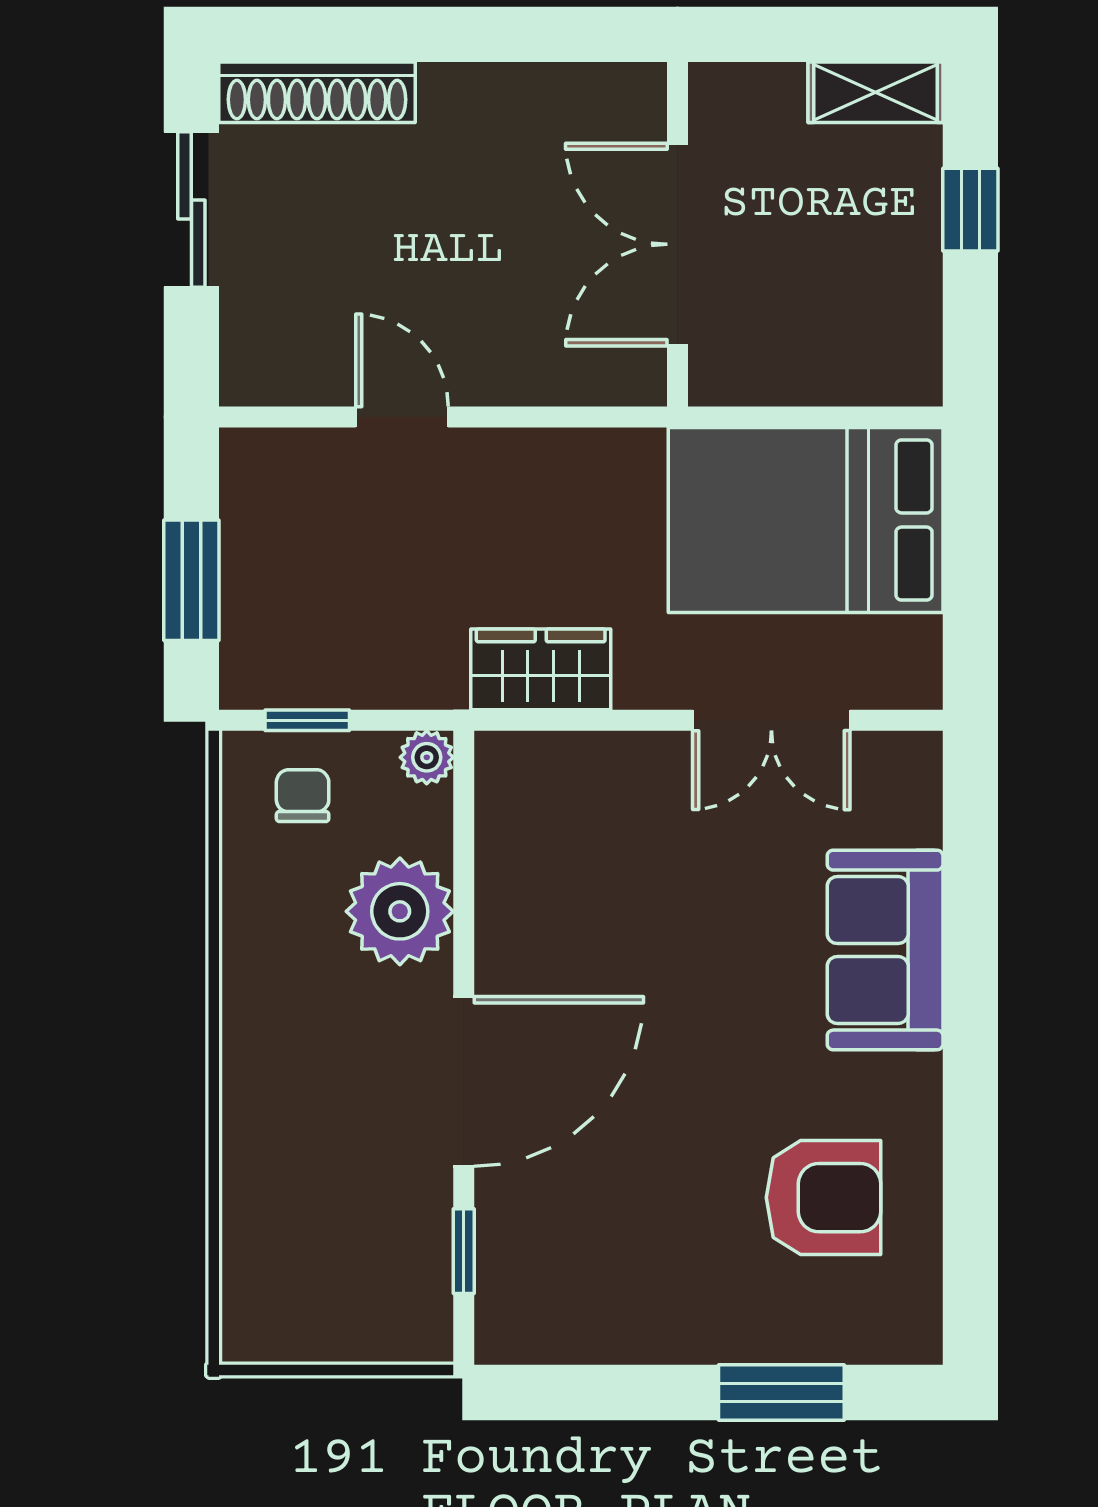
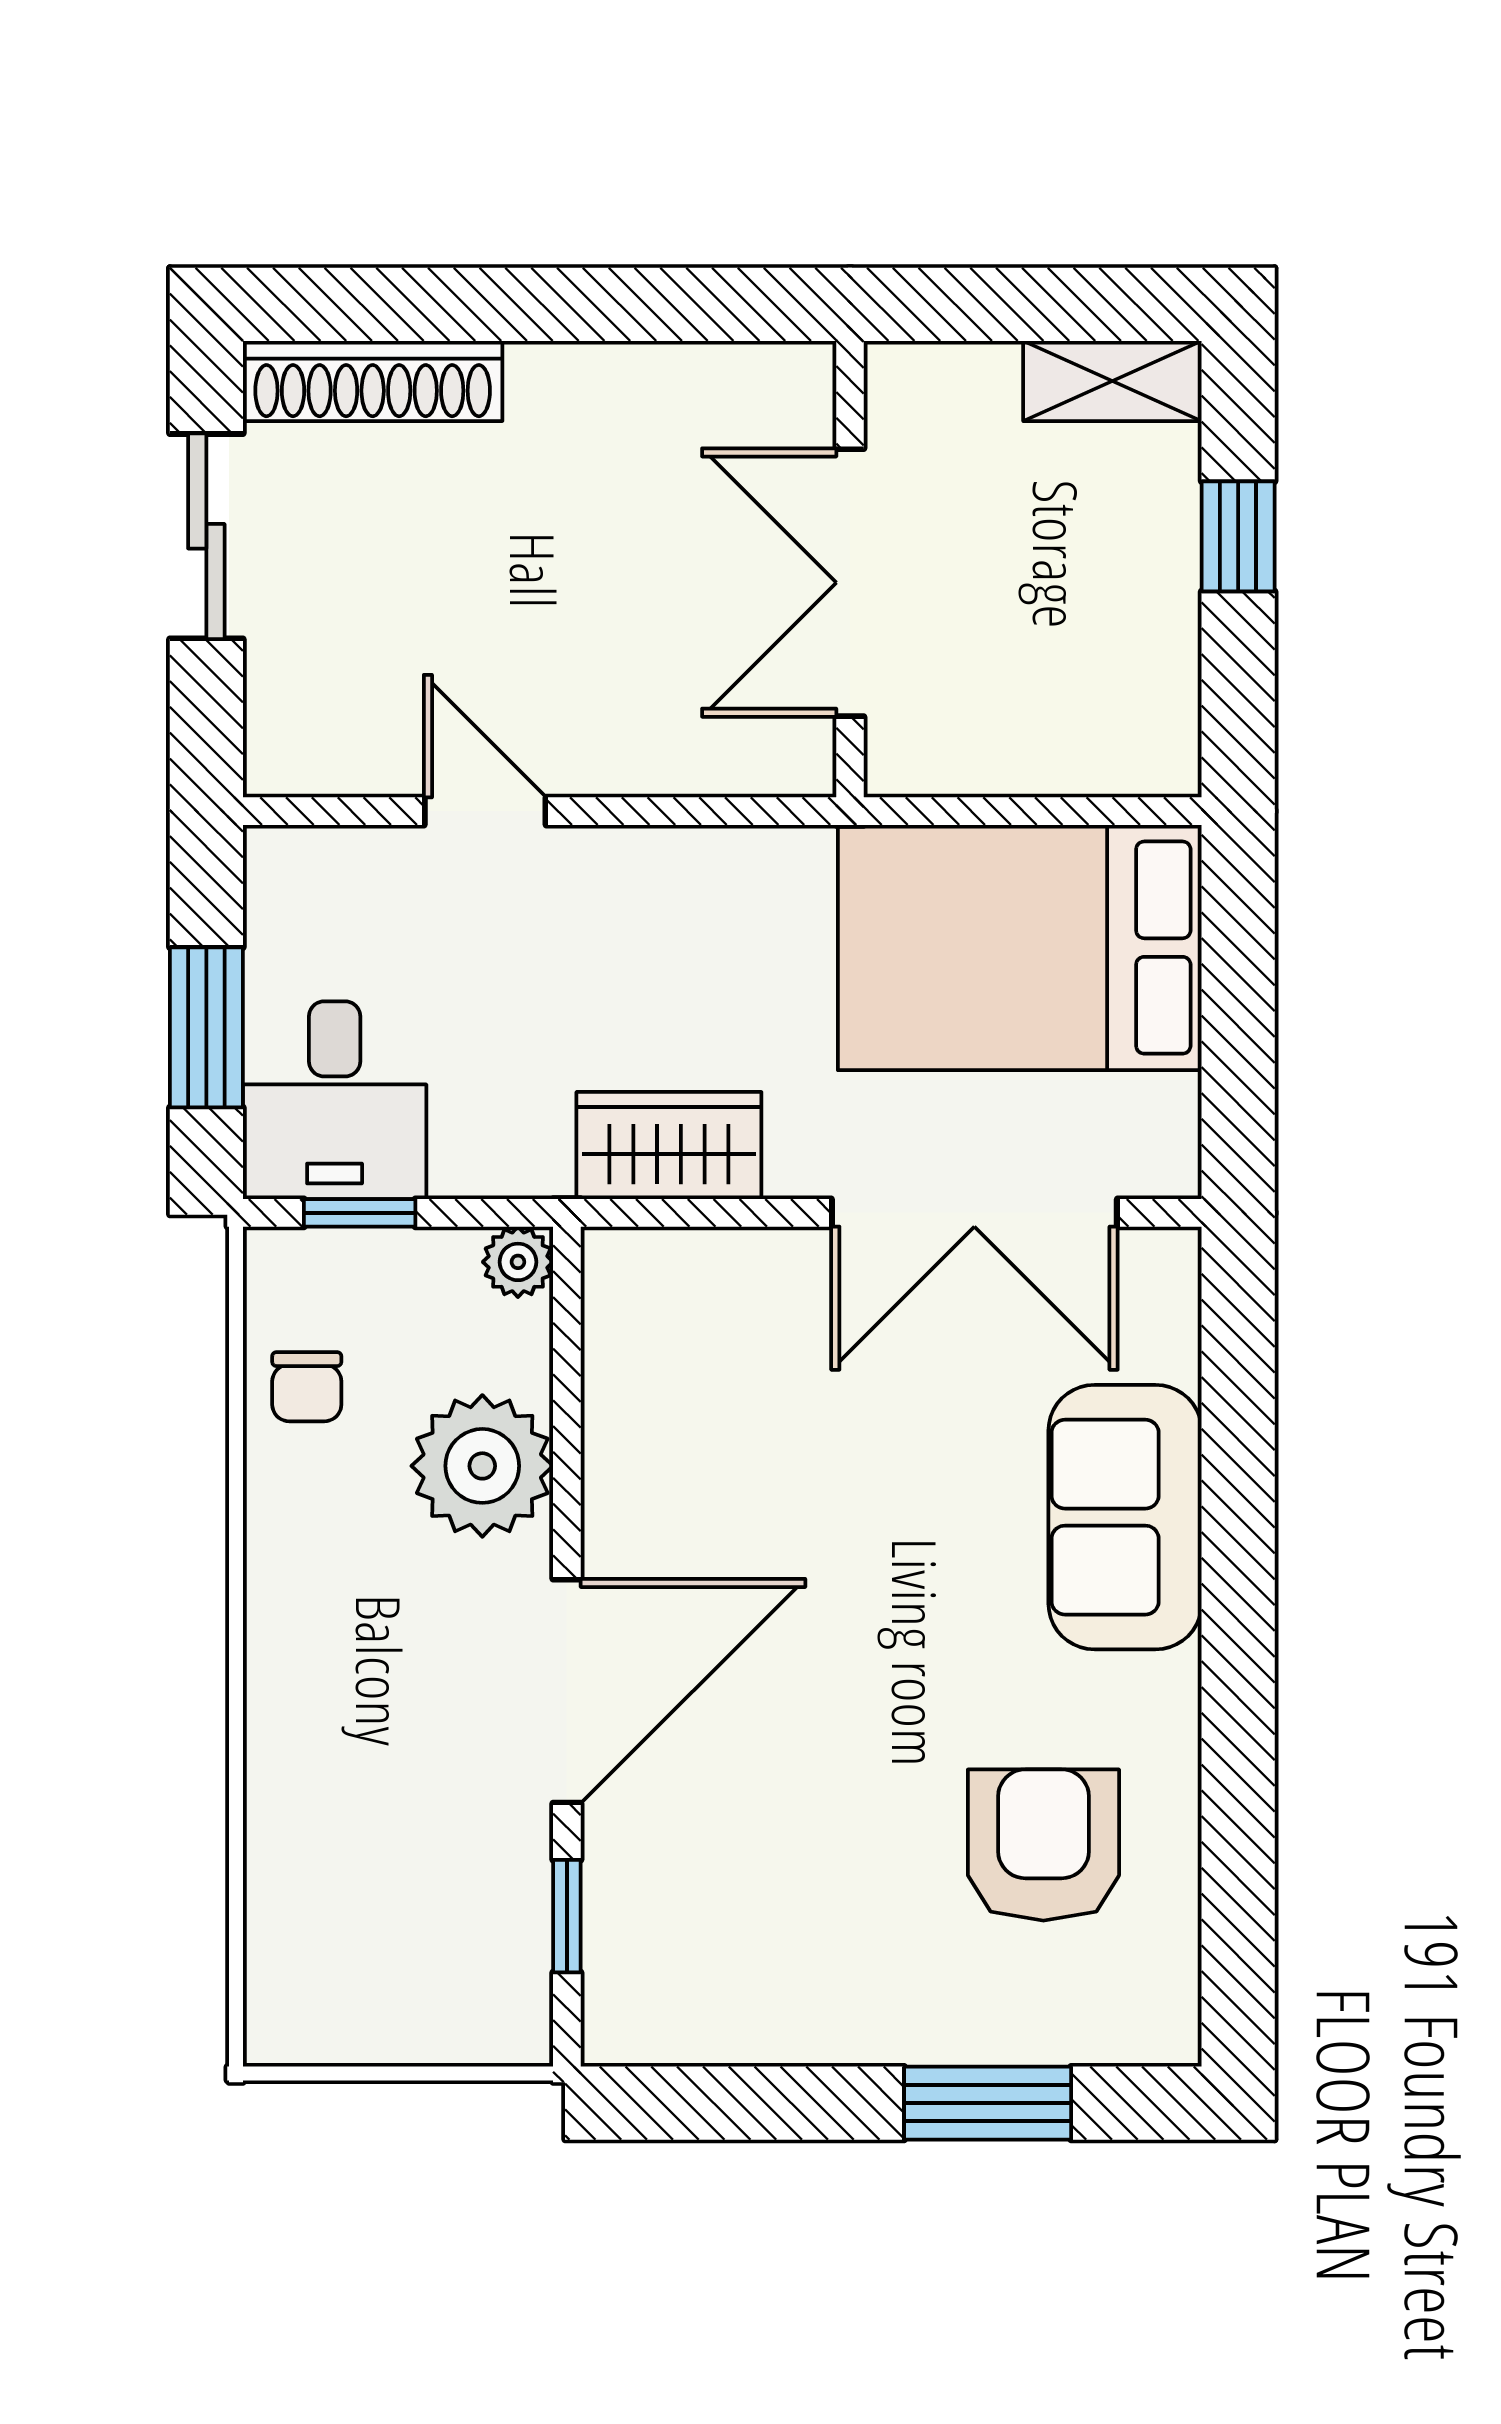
desk: (288, 635) -> (335, 1100), added
double door: (771, 720) -> (974, 1213), width x1.37
chair: (303, 796) -> (307, 1387), moved, turned 180
armchair: (824, 1198) -> (1043, 1845), turned -90

